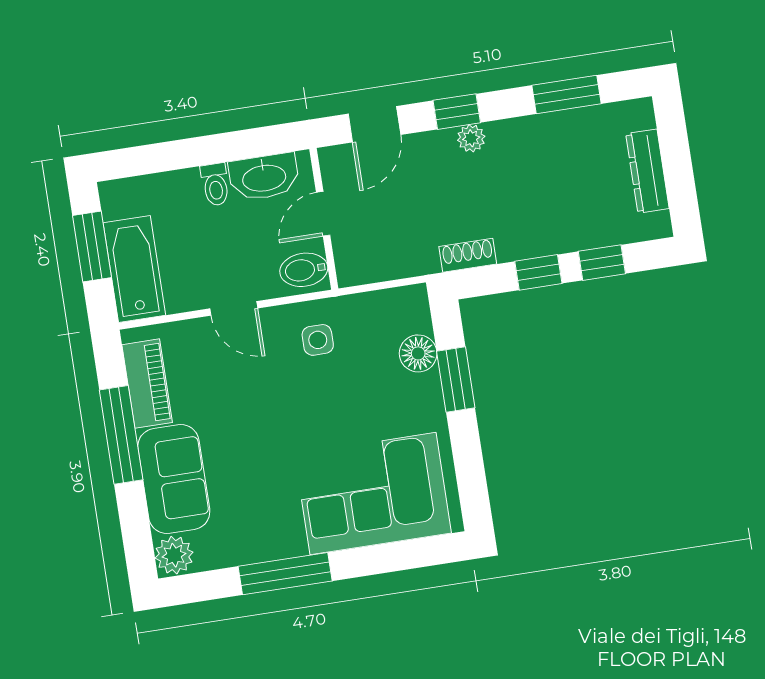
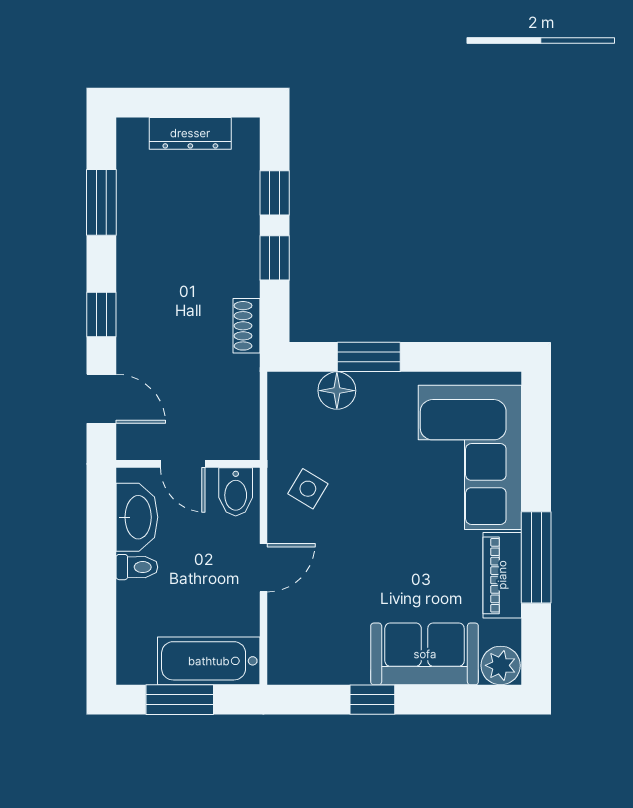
plant: (471, 138) -> (130, 304), removed
side table: (318, 340) -> (308, 489), turned 31
piano: (147, 384) -> (502, 575), moved, turned -90
window: (121, 435) -> (372, 700), width x0.46

